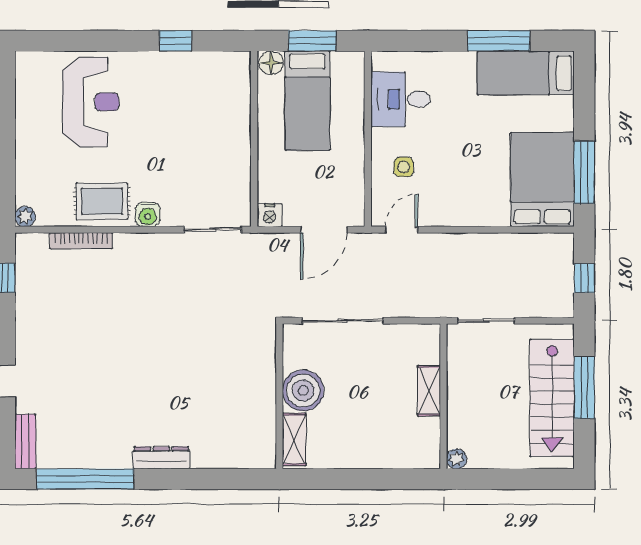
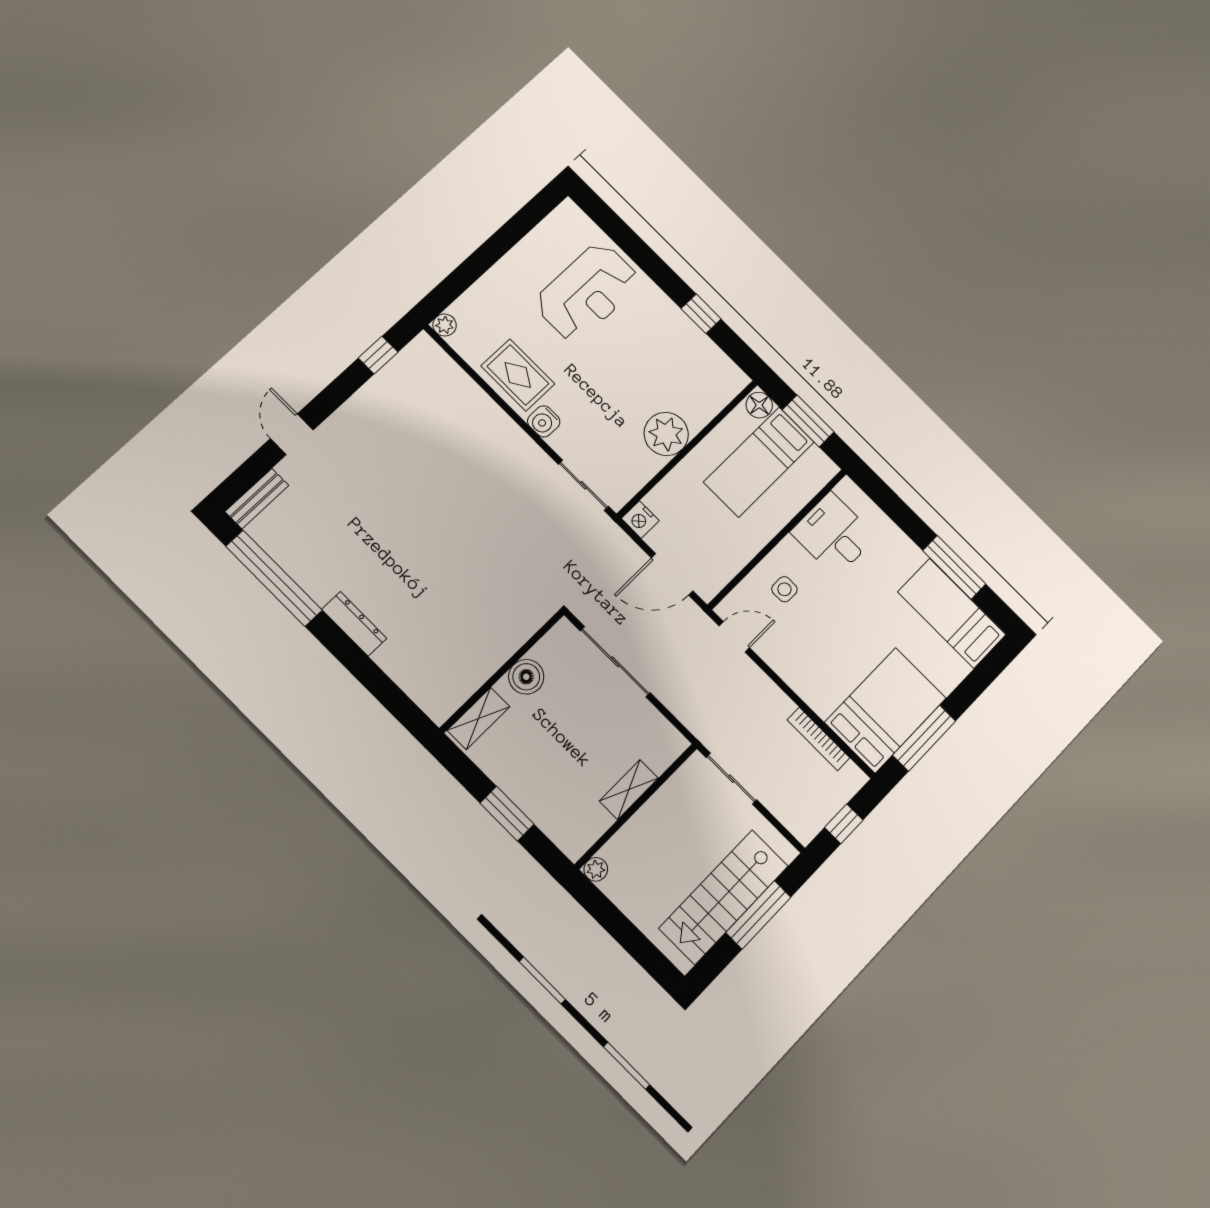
plant: (231, 143) -> (666, 434), added
bookcase: (81, 241) -> (818, 739), moved
boiler: (303, 390) -> (526, 677), width x0.73, depth x0.73
window: (369, 479) -> (507, 814), added

